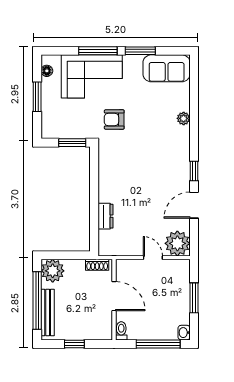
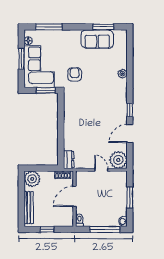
window: (98, 51) -> (49, 27), moved
window: (140, 51) -> (103, 27), moved
sofa: (167, 68) -> (97, 39), moved
corner sofa: (92, 76) -> (39, 67), moved, turned -90
armchair: (114, 120) -> (75, 74), turned 90
dresser: (105, 216) -> (69, 160), moved
door: (114, 296) -> (74, 196), swing flipped
window: (37, 300) -> (21, 199), removed

